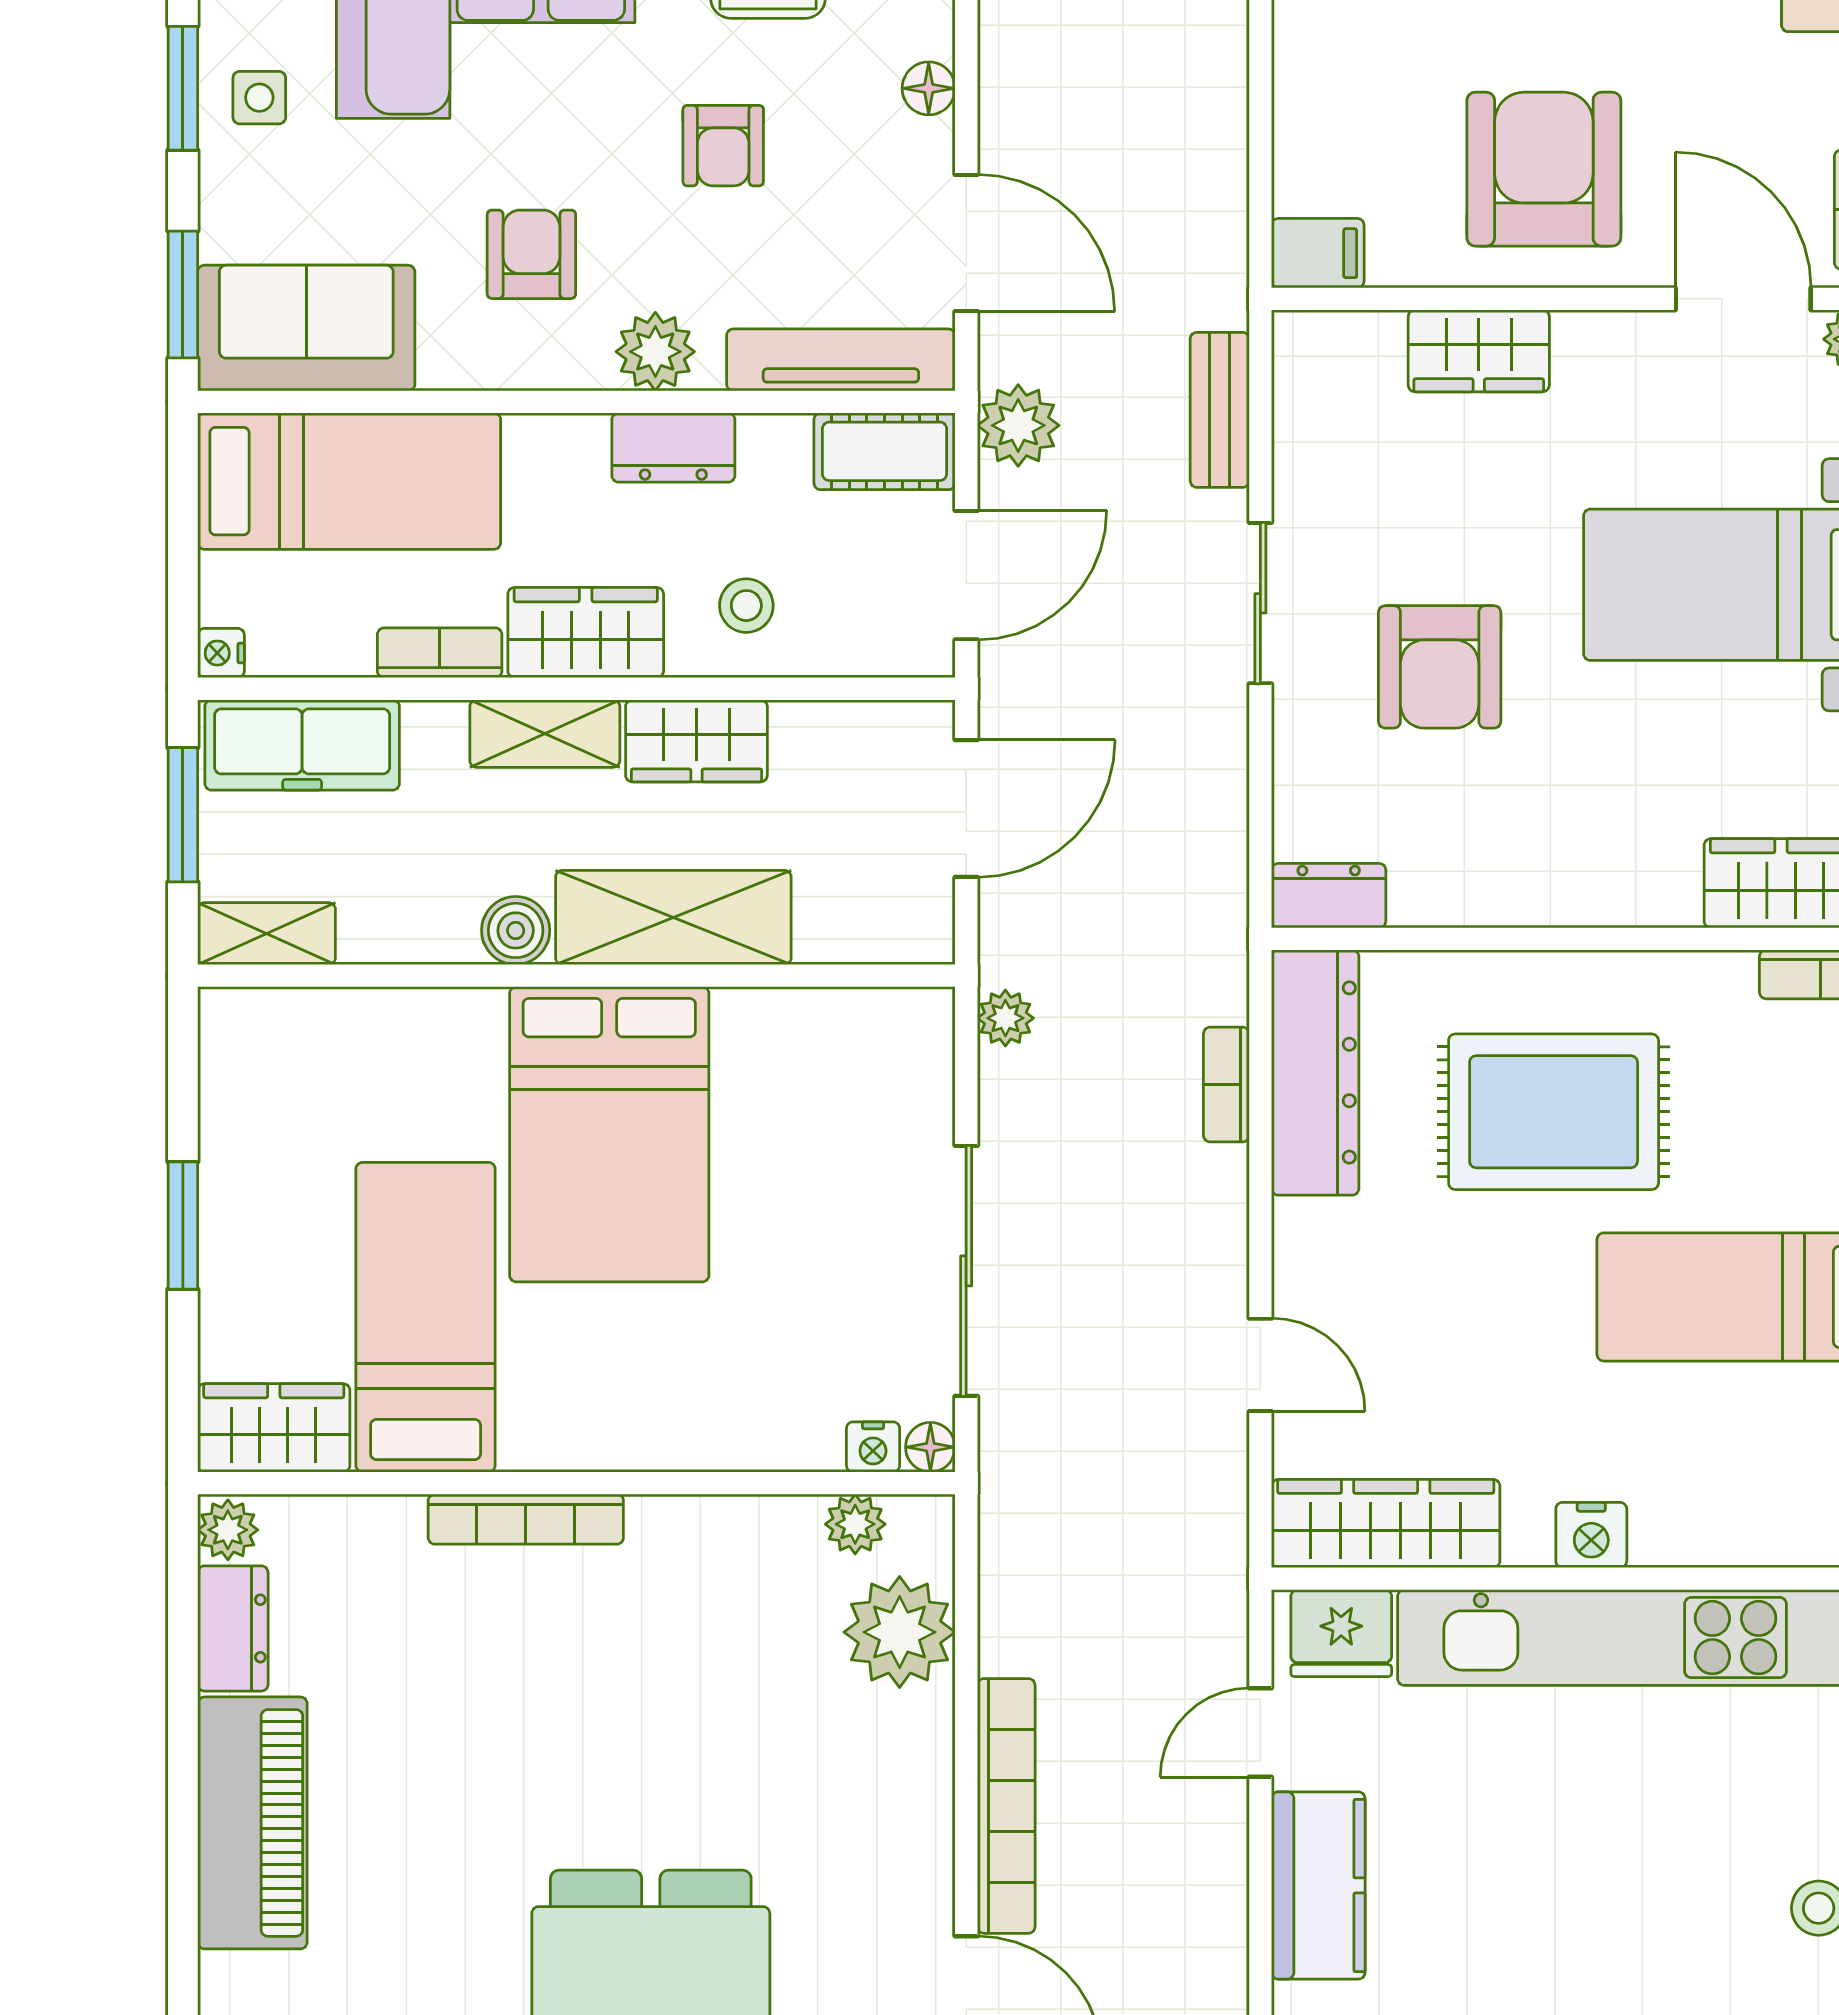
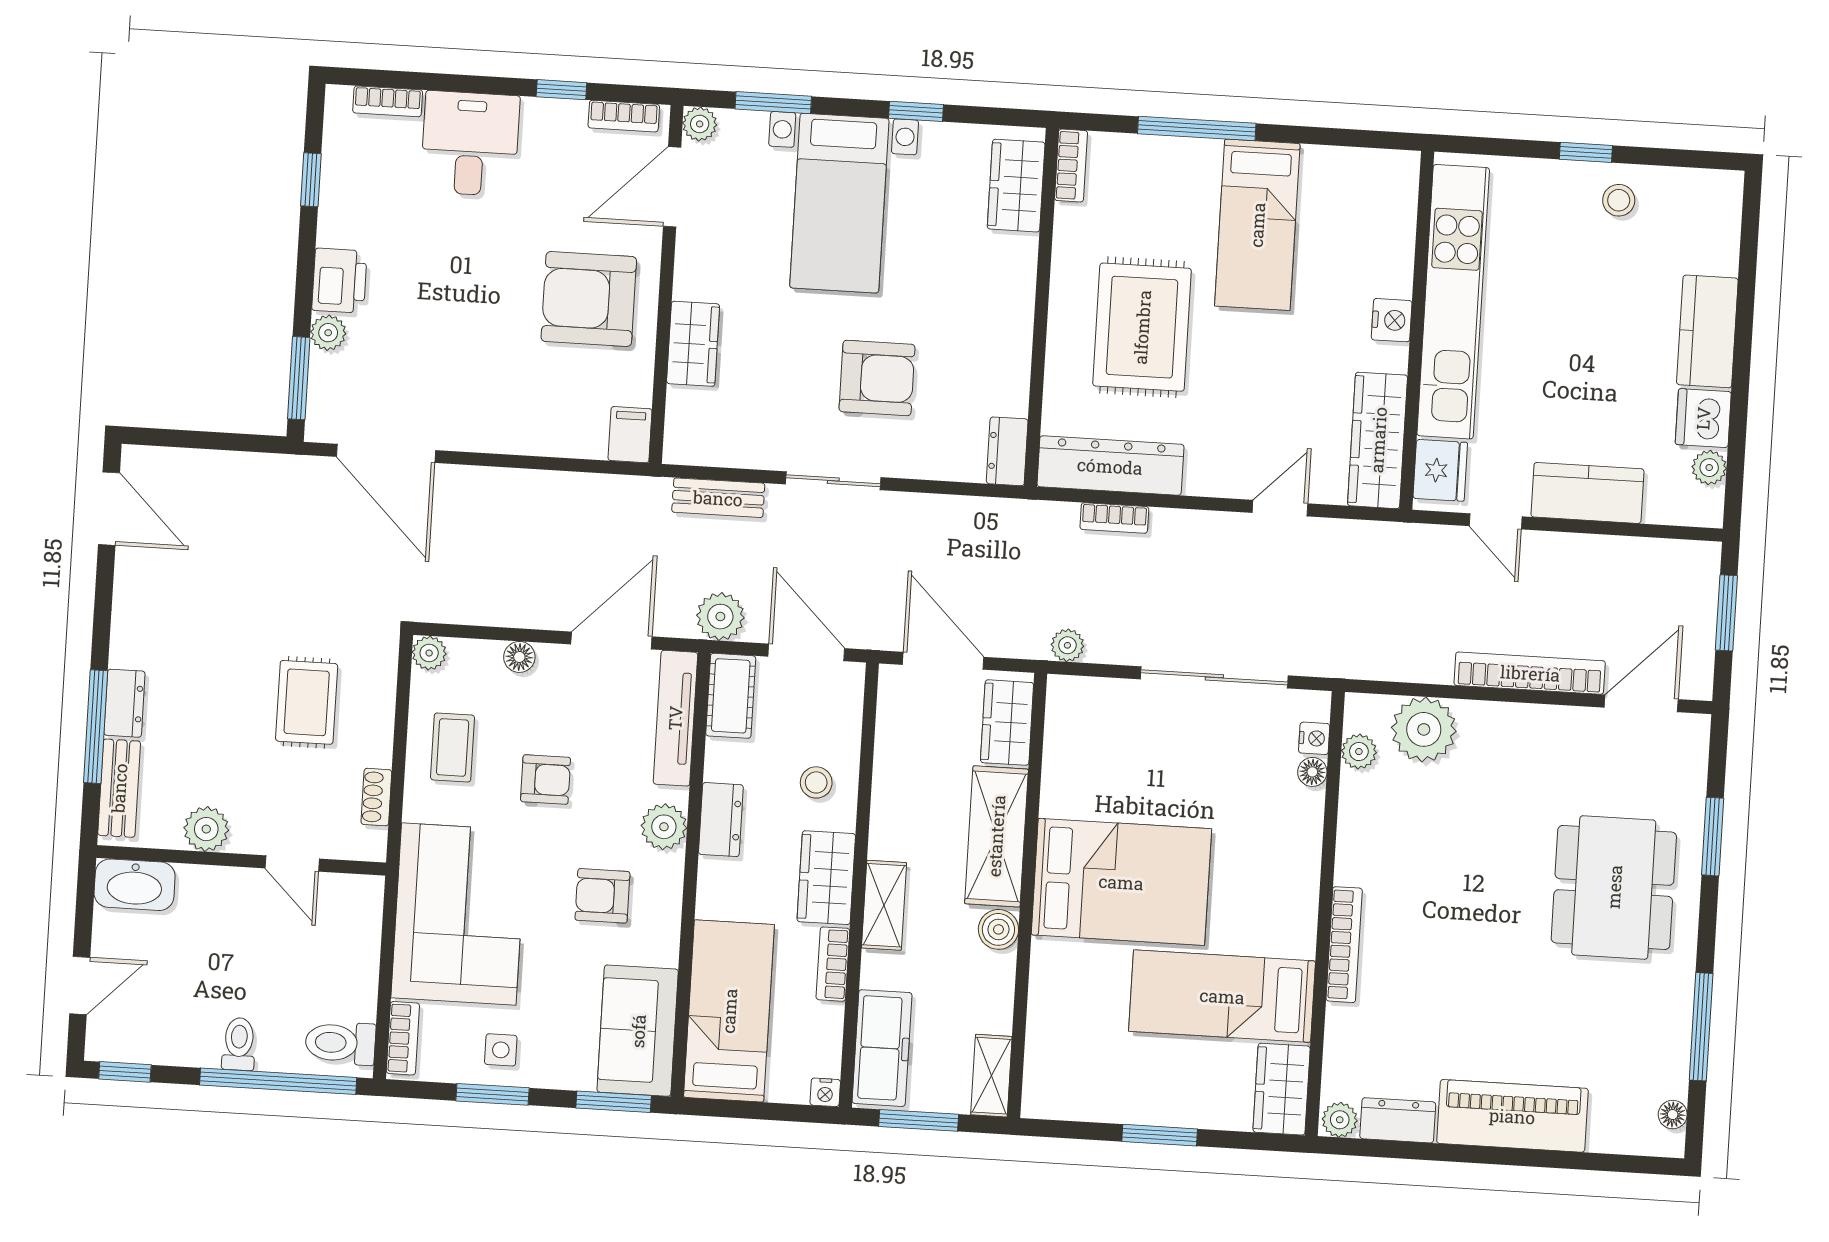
wardrobe: (696, 741) -> (1007, 723), moved, turned 180
floor lamp: (930, 1447) -> (1312, 772), moved

